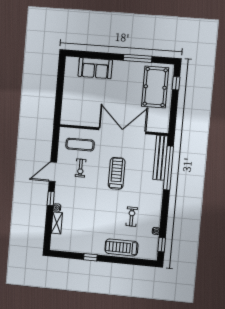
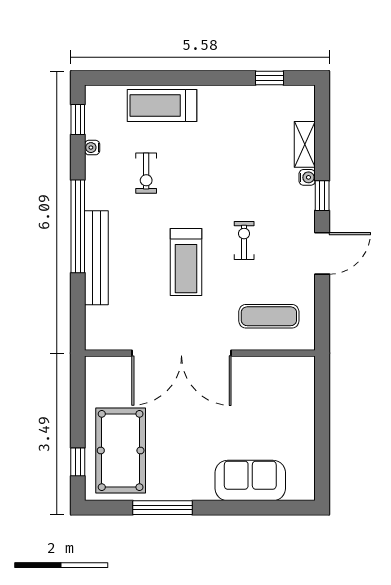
bench: (160, 158) -> (96, 258), moved
exercise bike: (81, 168) -> (244, 240), moved
window: (168, 168) -> (78, 226), moved
treadmill: (121, 247) -> (162, 105), turned 180
window: (90, 257) -> (269, 78), moved

